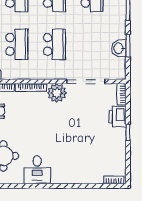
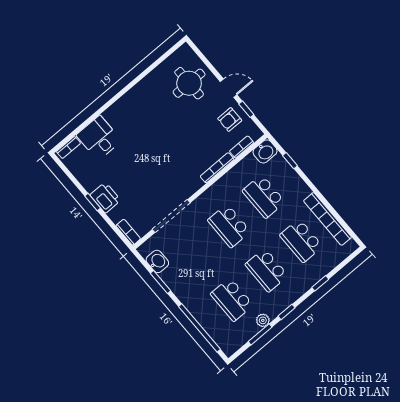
washbasin: (119, 48) -> (157, 261), moved
plant: (57, 93) -> (189, 183), removed
printer: (117, 117) -> (105, 198), moved
desk: (37, 170) -> (99, 138), moved

